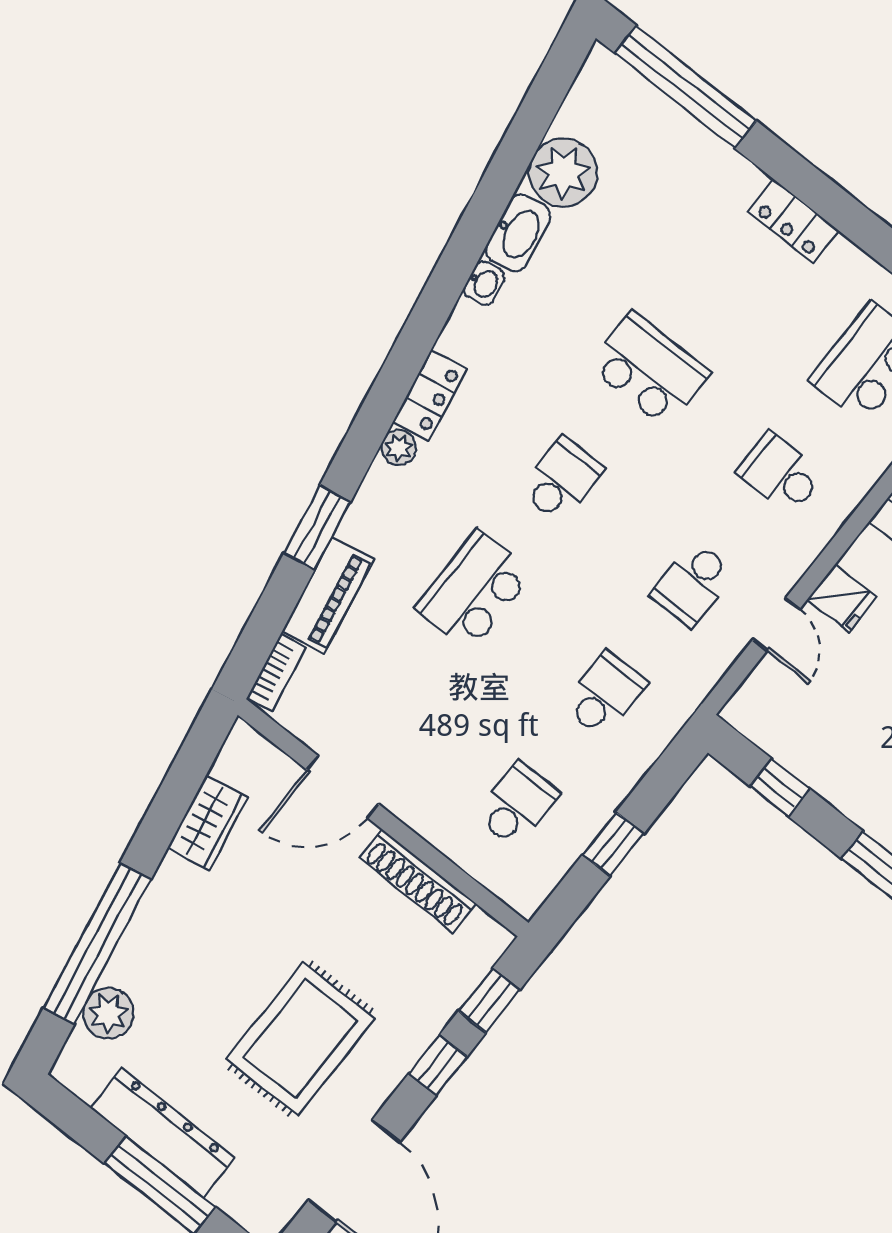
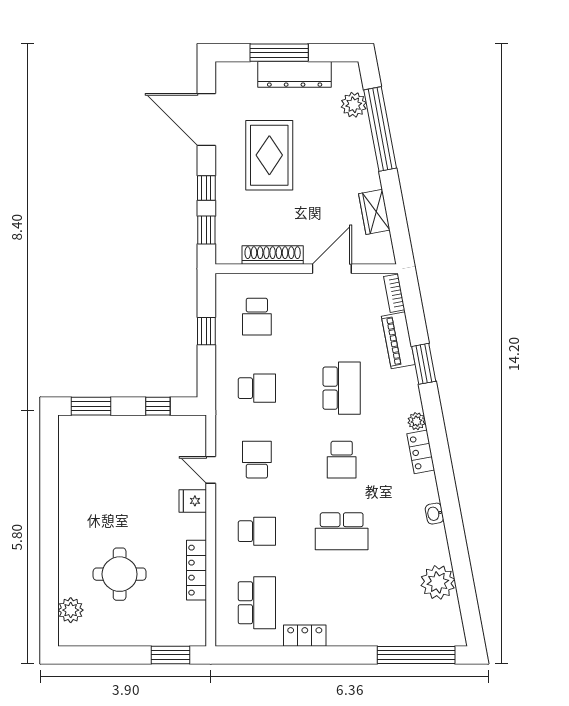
locker: (793, 221) -> (305, 636), moved
washbasin: (518, 233) -> (437, 544), removed
school desk: (605, 694) -> (257, 388), turned -90

